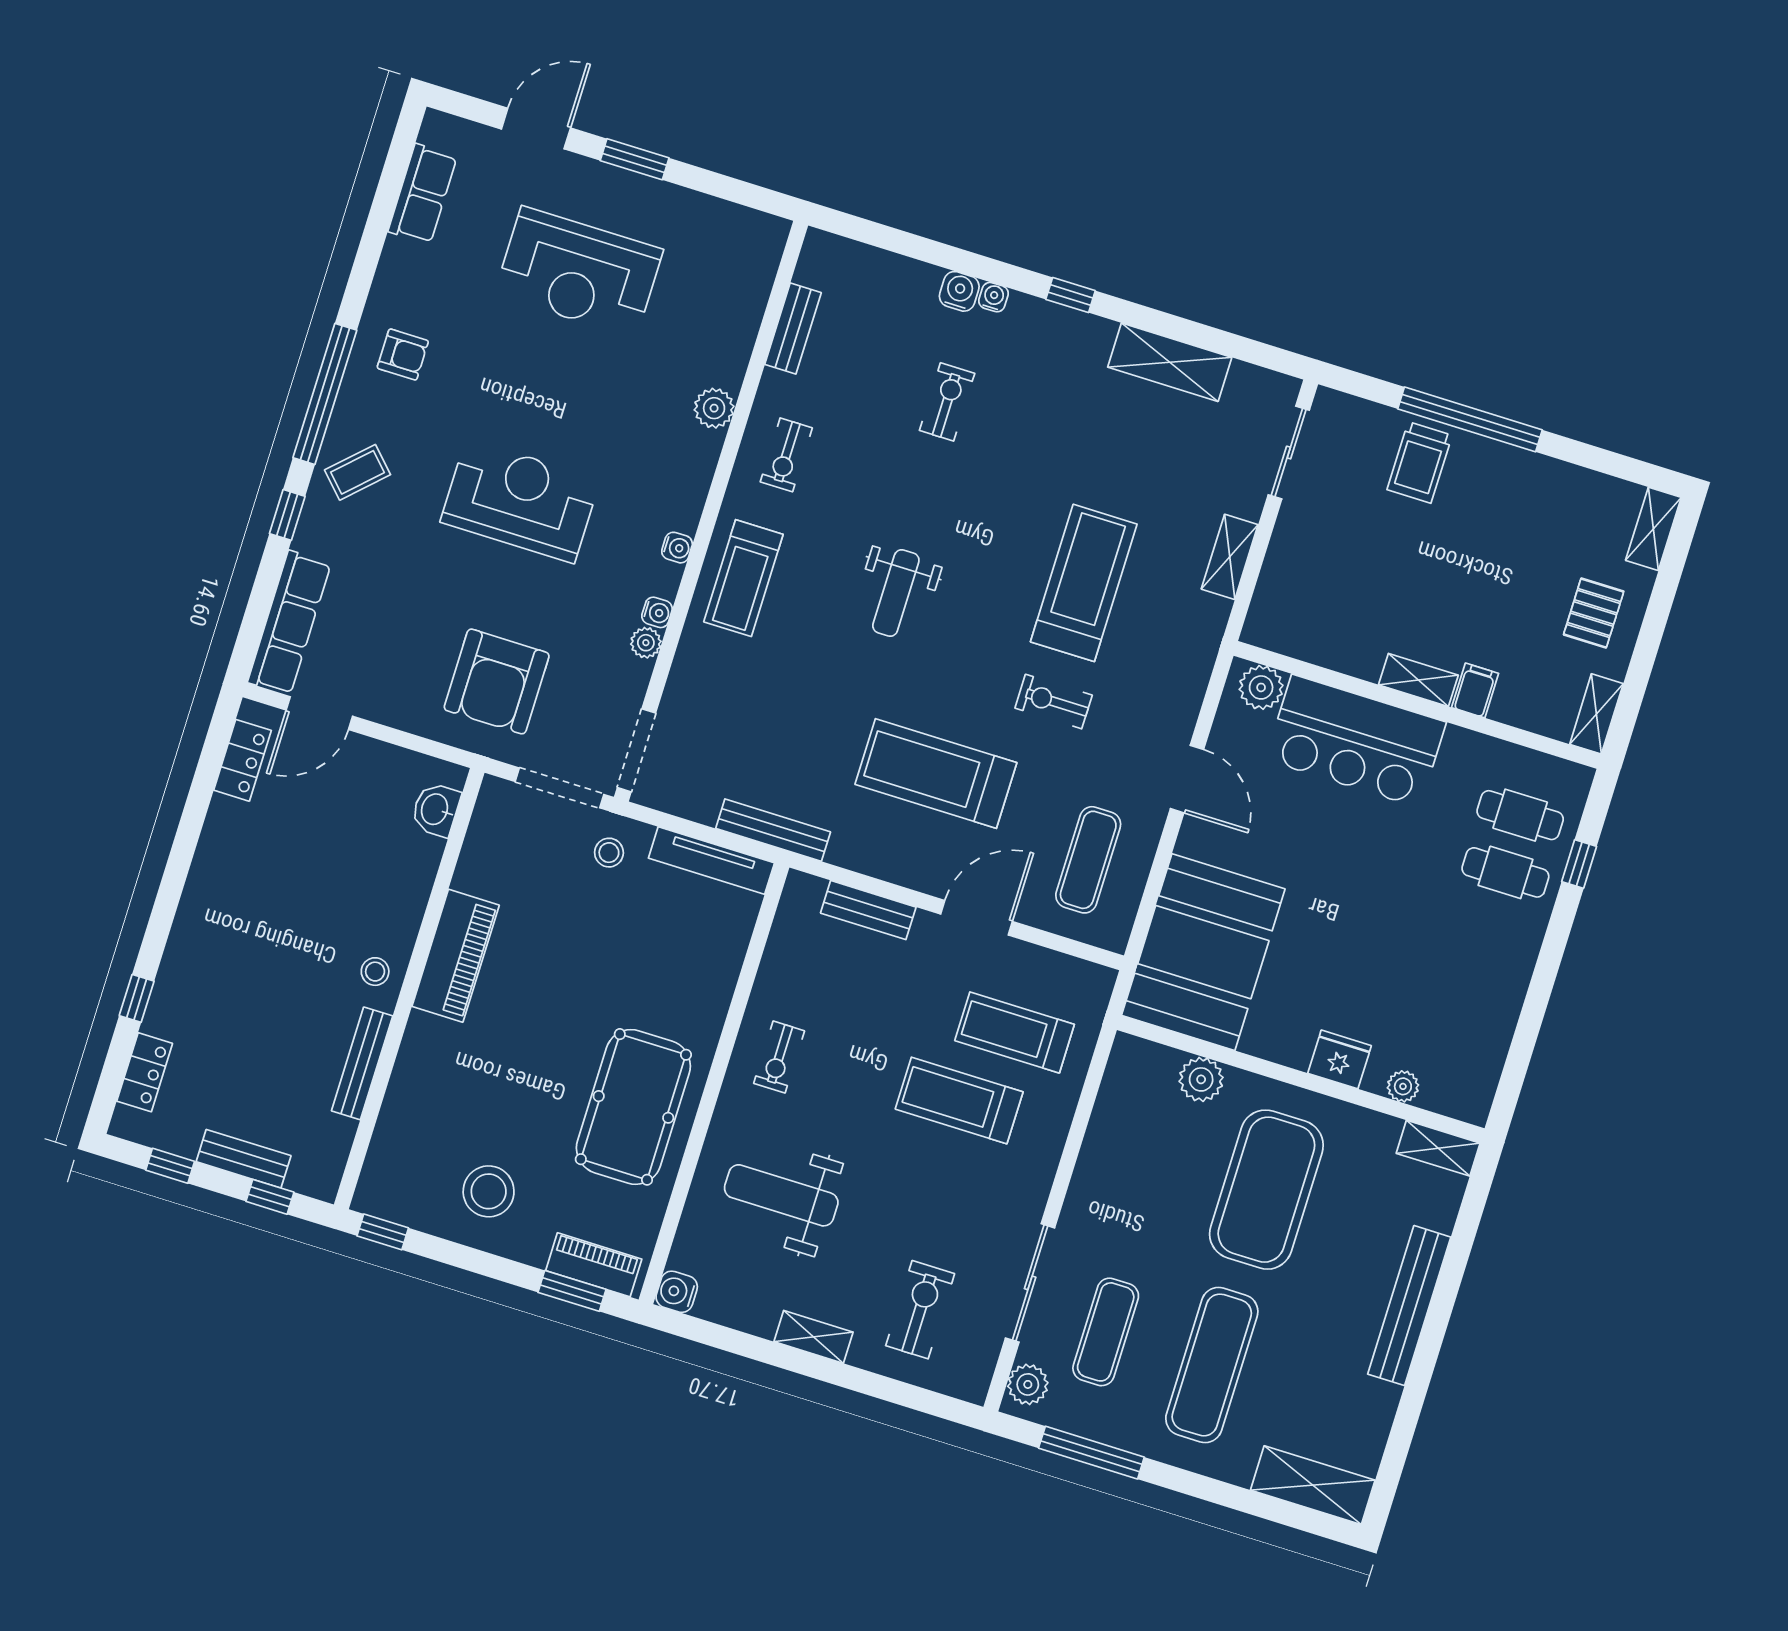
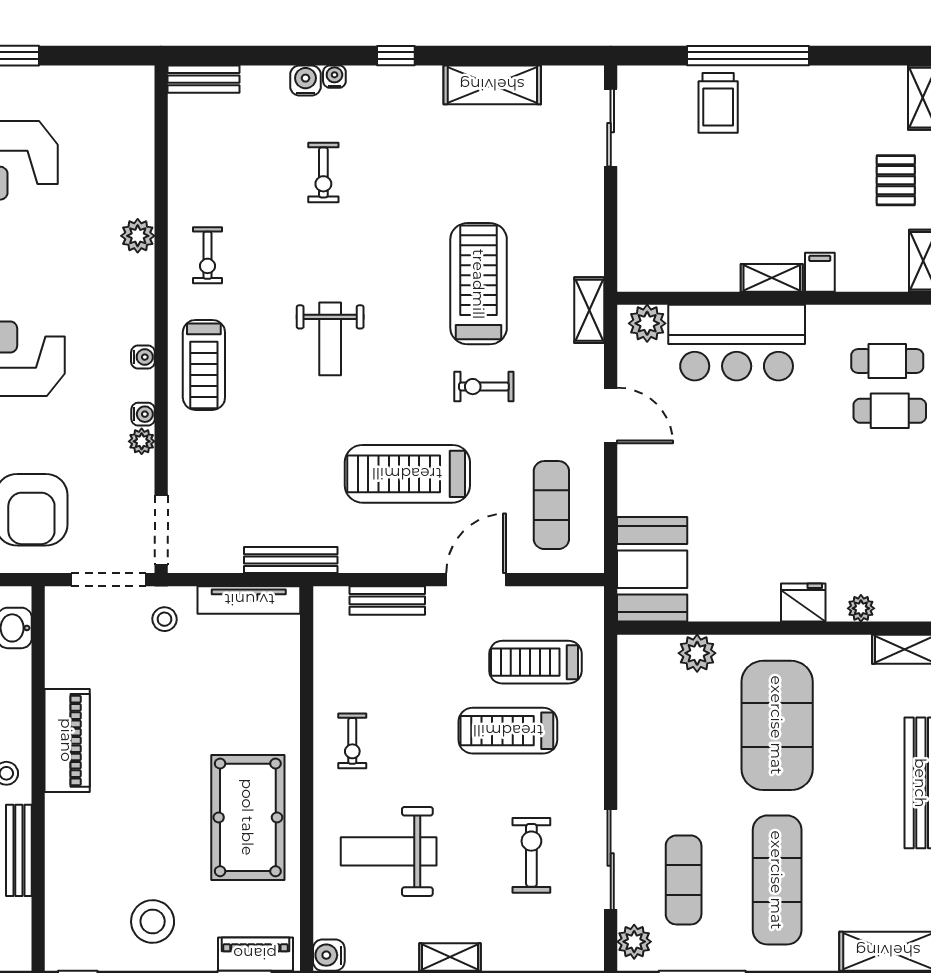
bench: (793, 329) -> (204, 79), moved, turned 90
exercise bike: (947, 402) -> (323, 172), turned 180
shelving: (1230, 557) -> (589, 310), moved
booth: (1203, 952) -> (652, 569), width x0.73, depth x0.70
exercise bike: (920, 1310) -> (531, 855), moved

